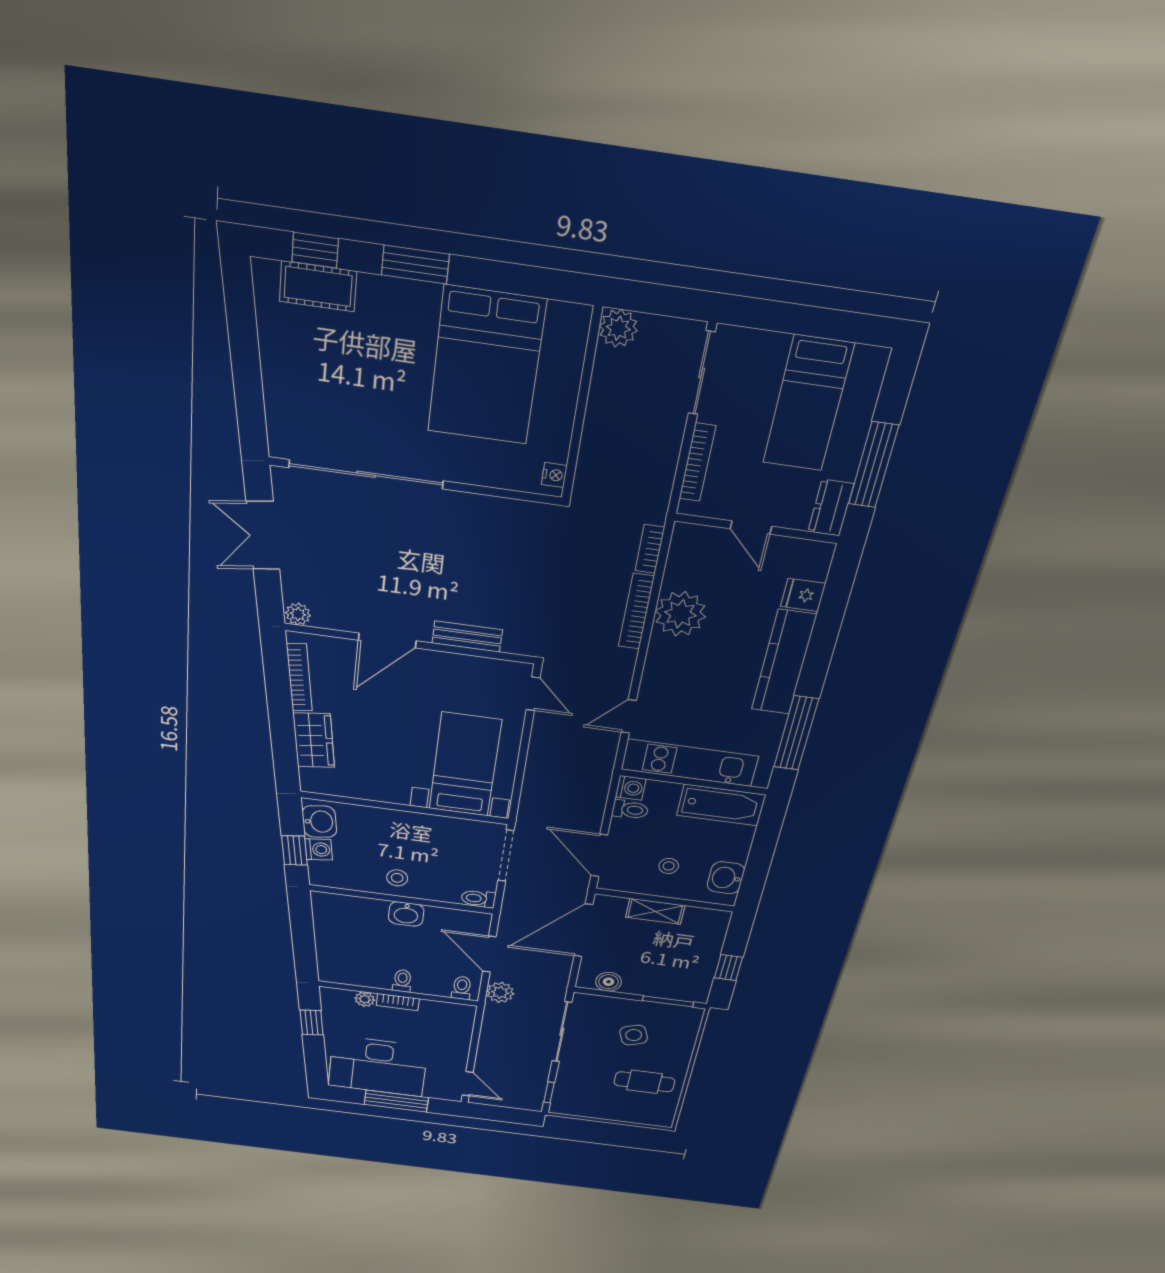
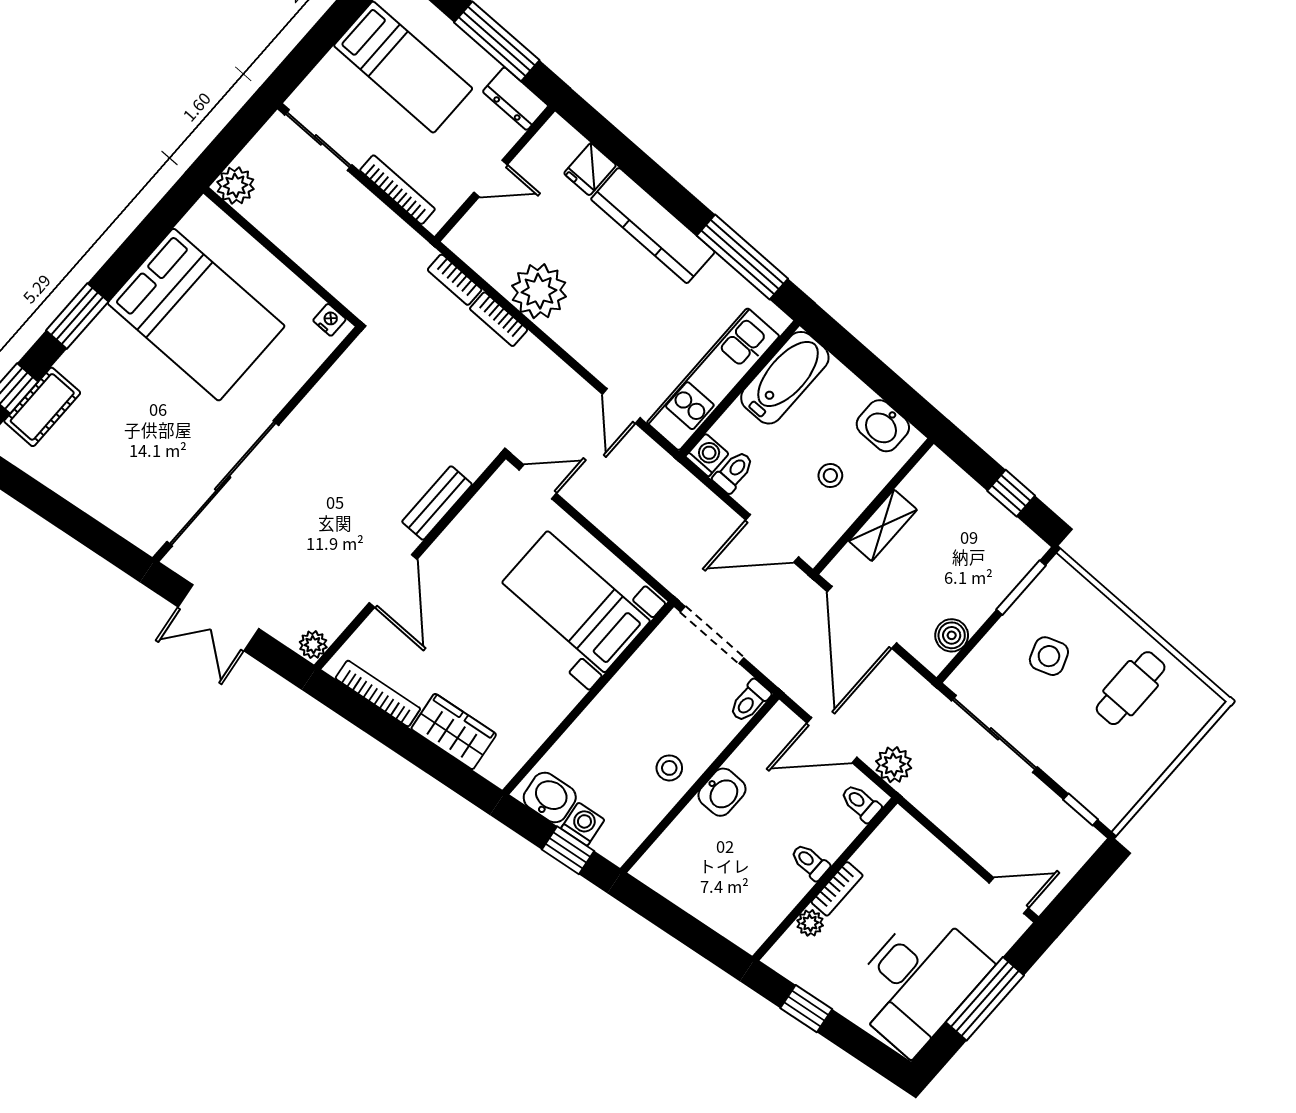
bookcase: (636, 611) -> (499, 319), width x0.64

